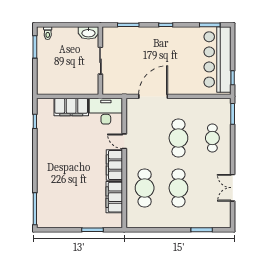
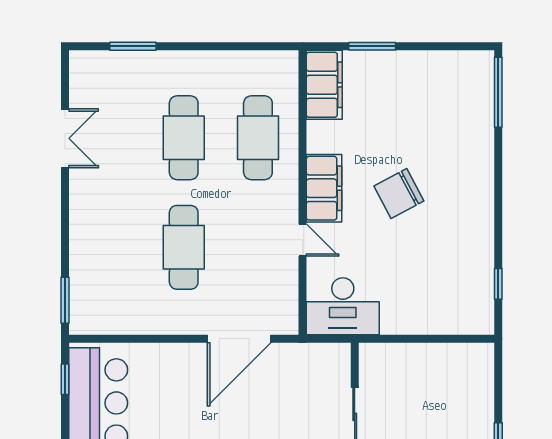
filing cabinet: (71, 107) -> (419, 315), removed
cafe table: (212, 138) -> (109, 247), removed
chair: (80, 163) -> (399, 193), added
filing cabinet: (114, 197) -> (324, 85), moved

